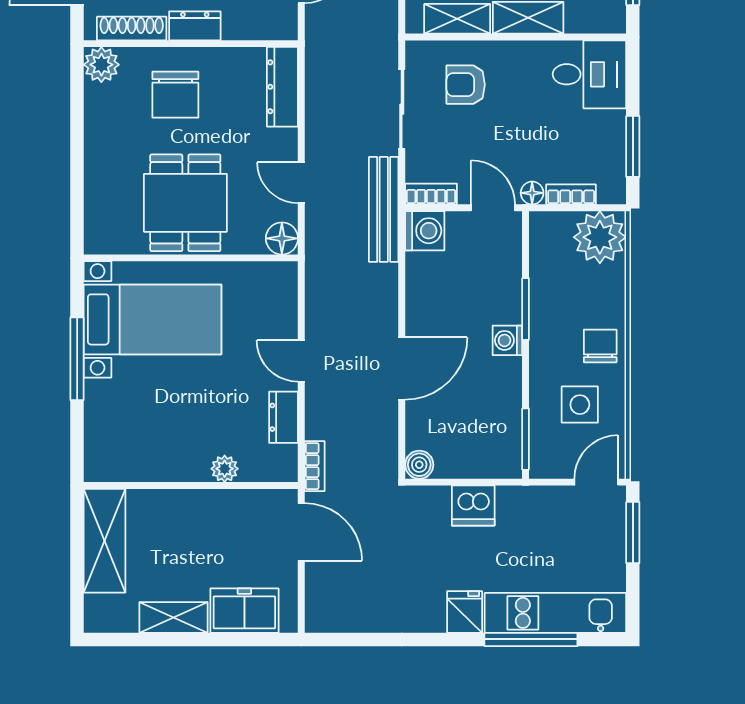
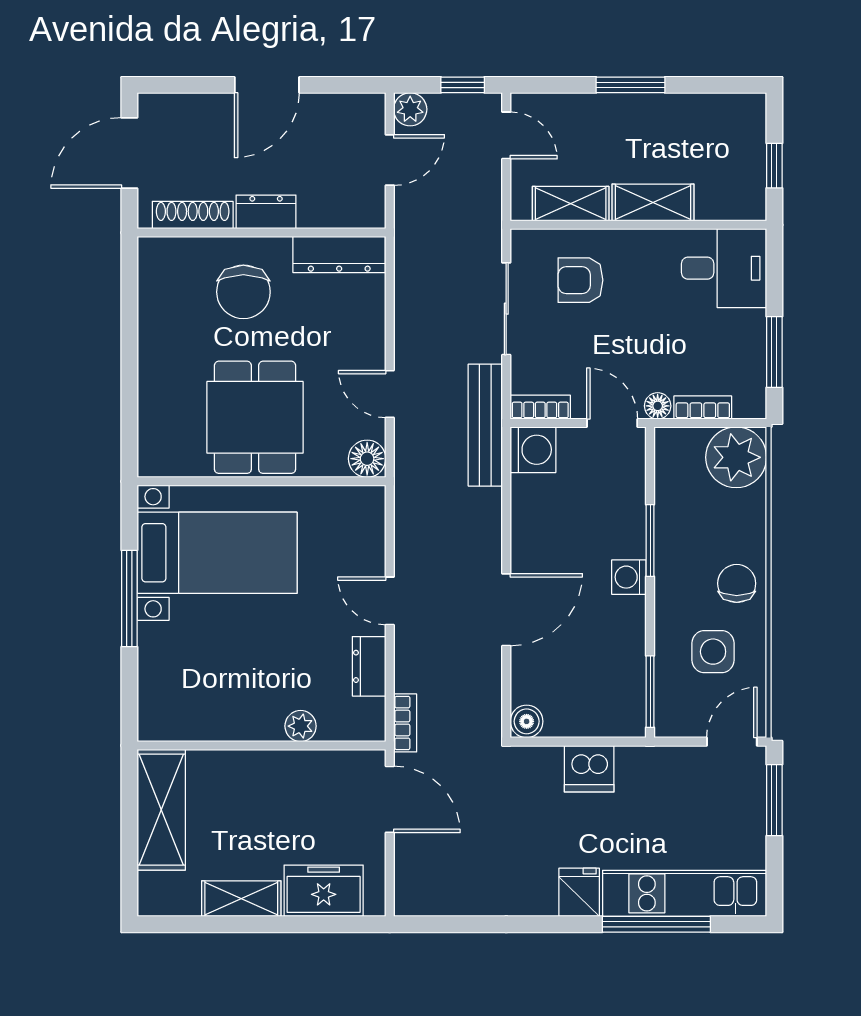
plant: (101, 65) -> (158, 257), removed
dresser: (282, 87) -> (339, 255), moved, turned -90

